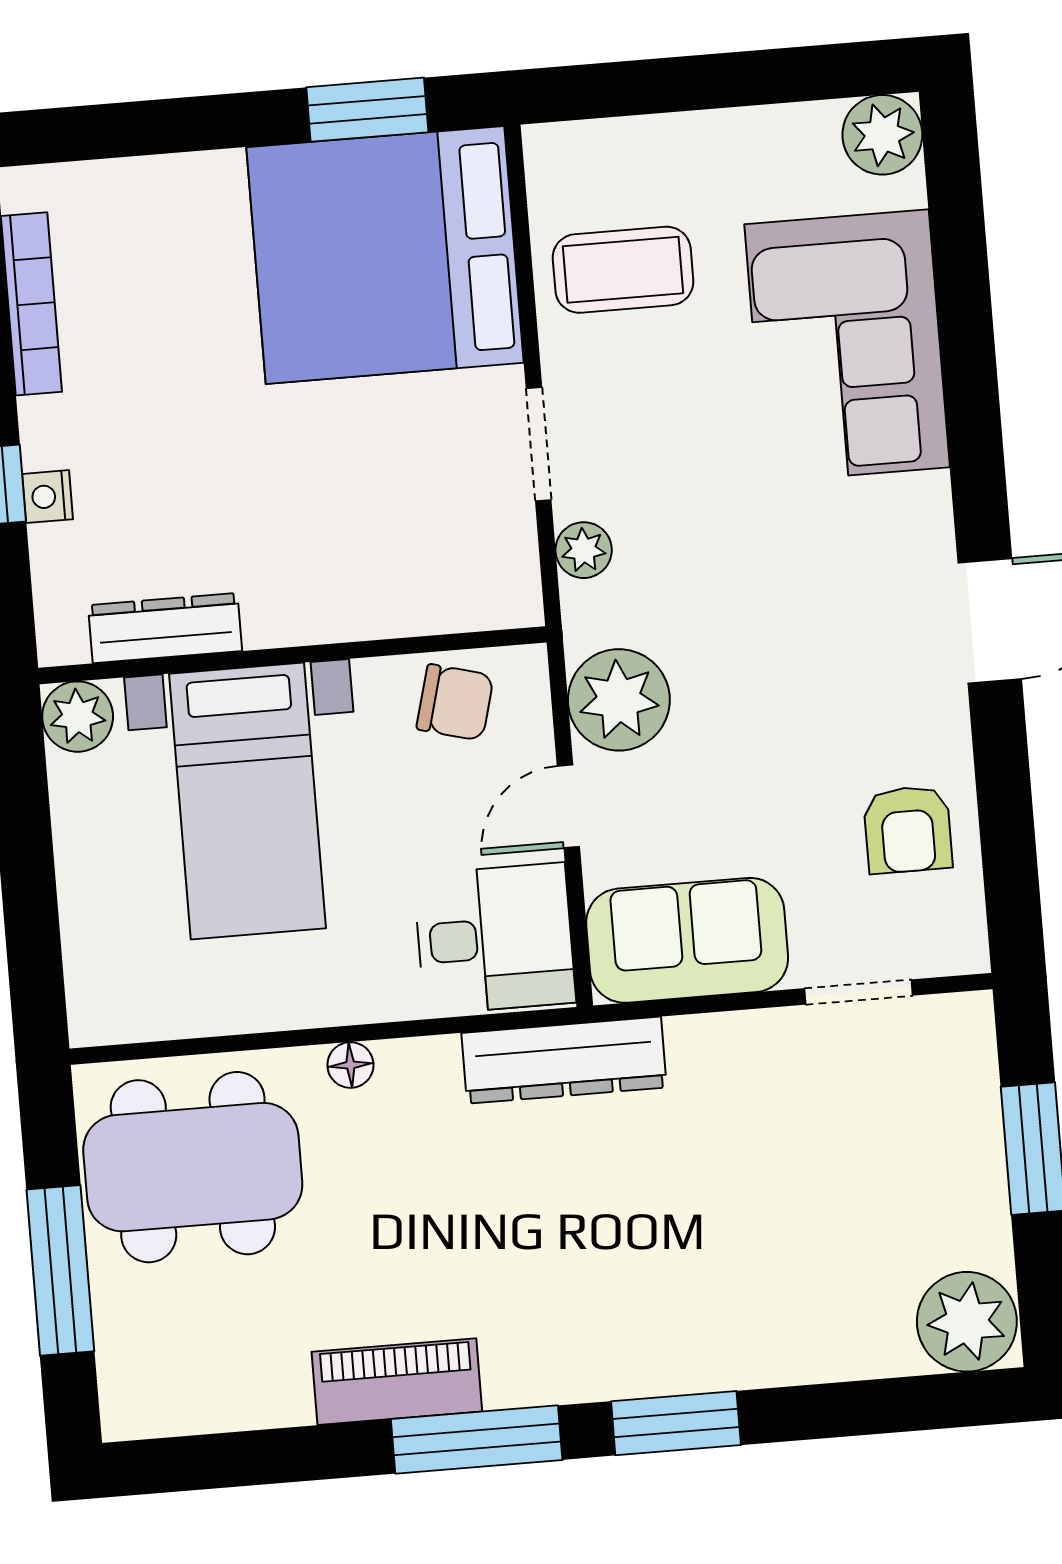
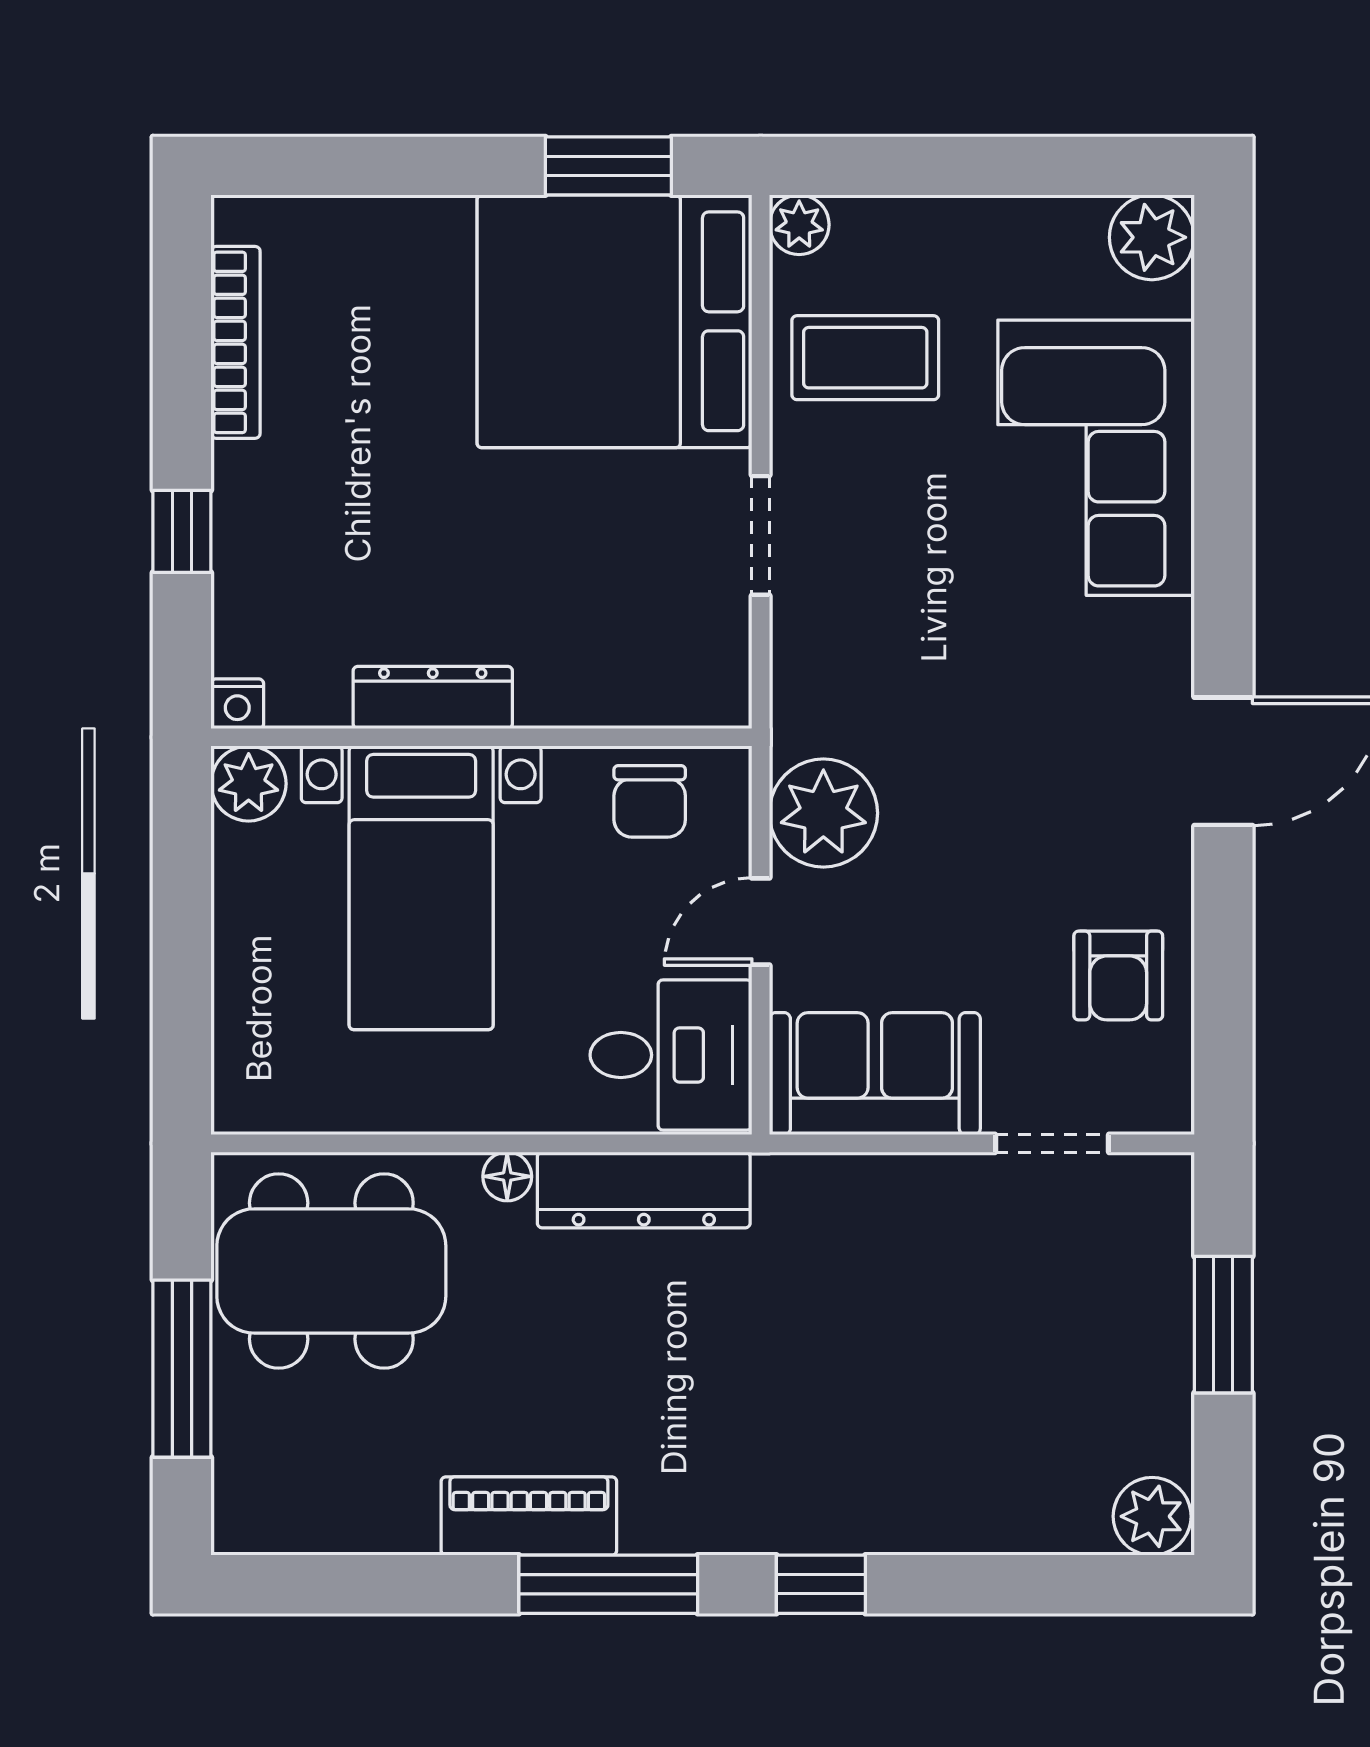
nightstand: (48, 497) -> (237, 704), moved, turned -90
plant: (584, 550) -> (799, 225), moved
dresser: (165, 628) -> (433, 697), moved
chair: (455, 702) -> (650, 801), turned 75
dresser: (564, 1060) -> (644, 1190), moved
plant: (967, 1322) -> (1152, 1516), width x0.73, depth x0.73
window: (676, 1423) -> (821, 1584), width x0.67

